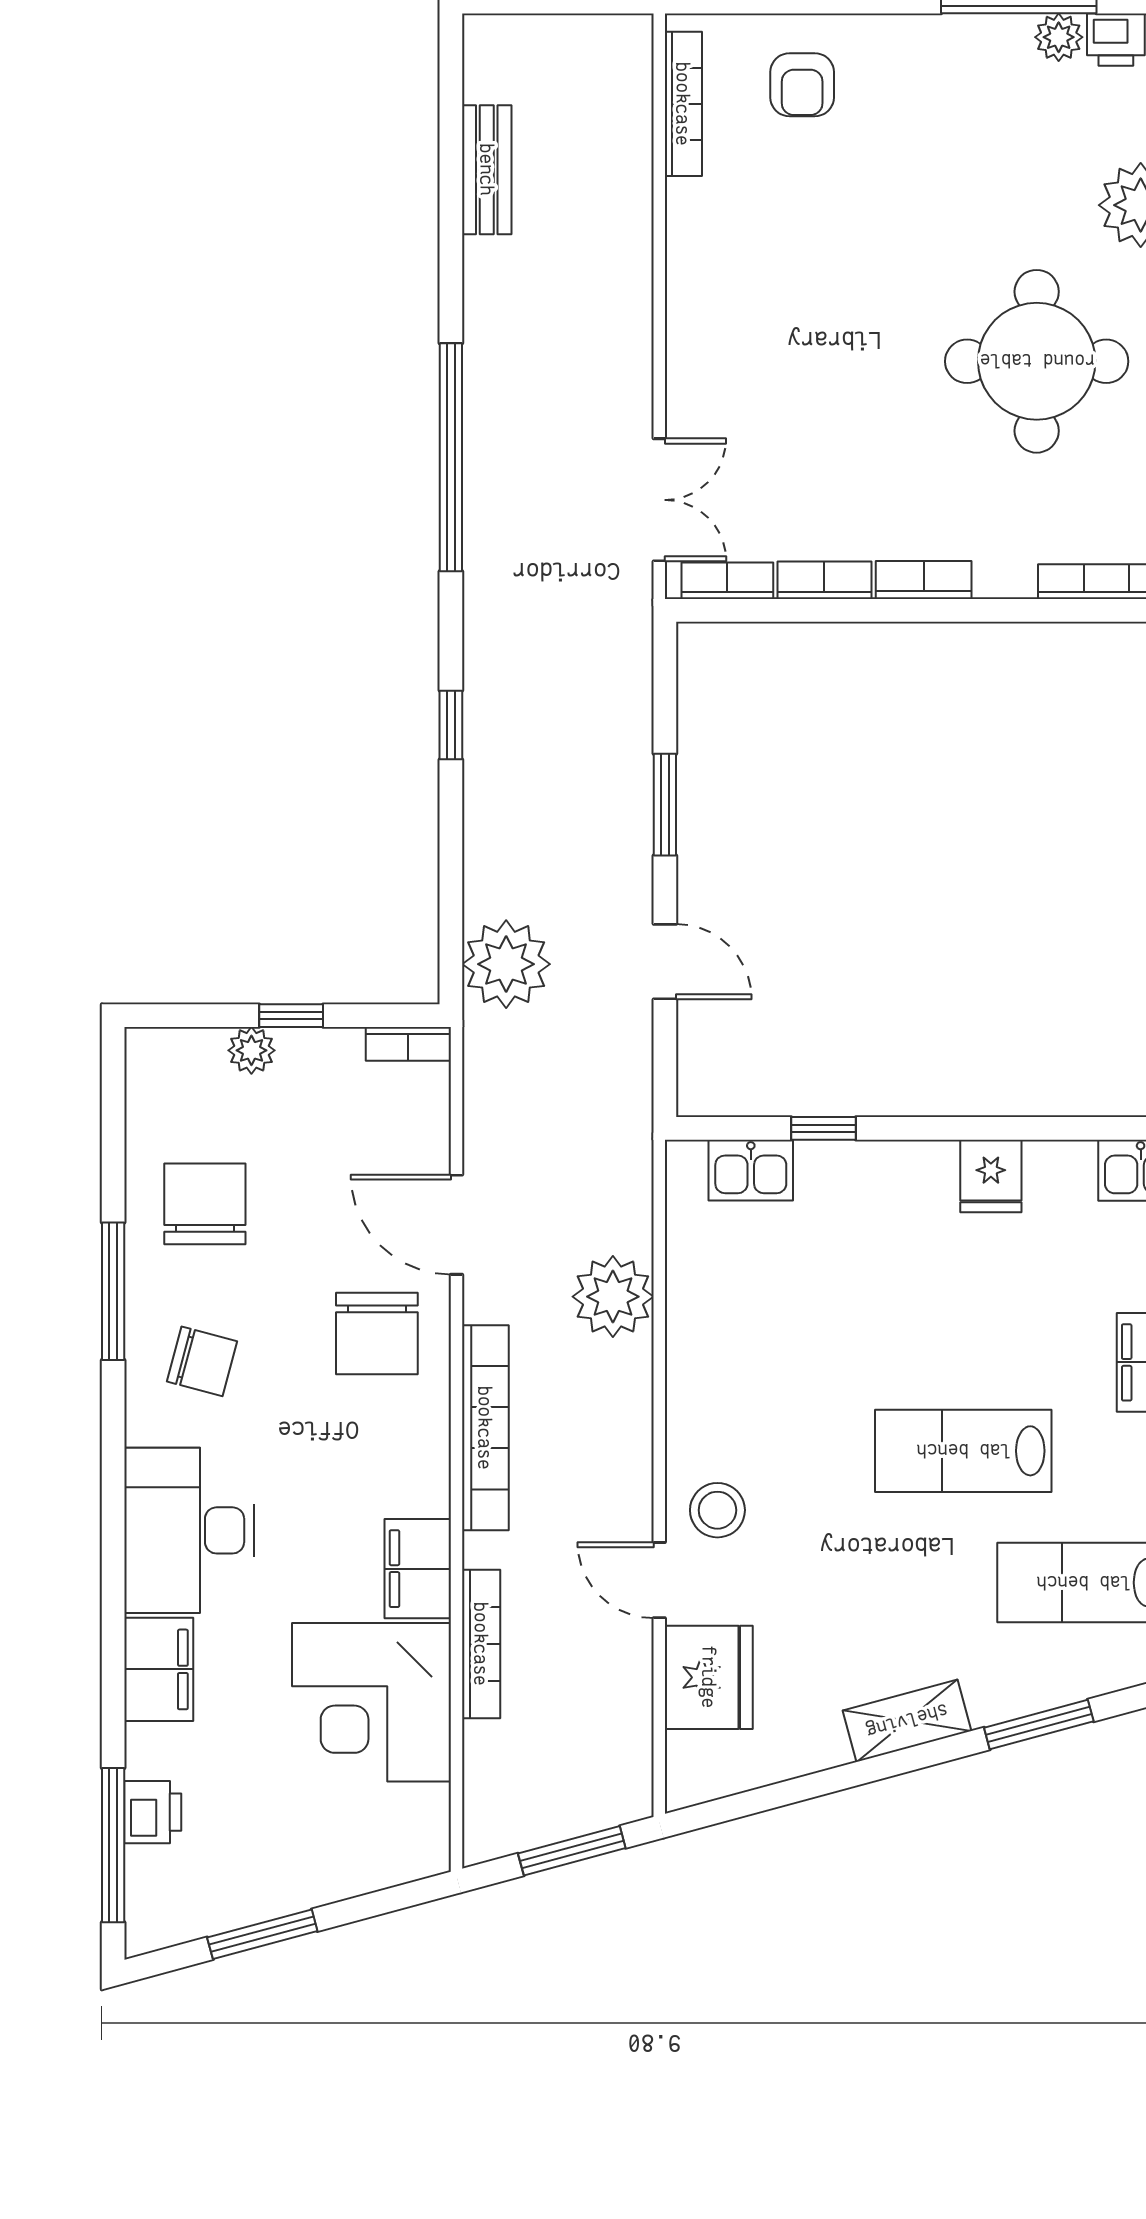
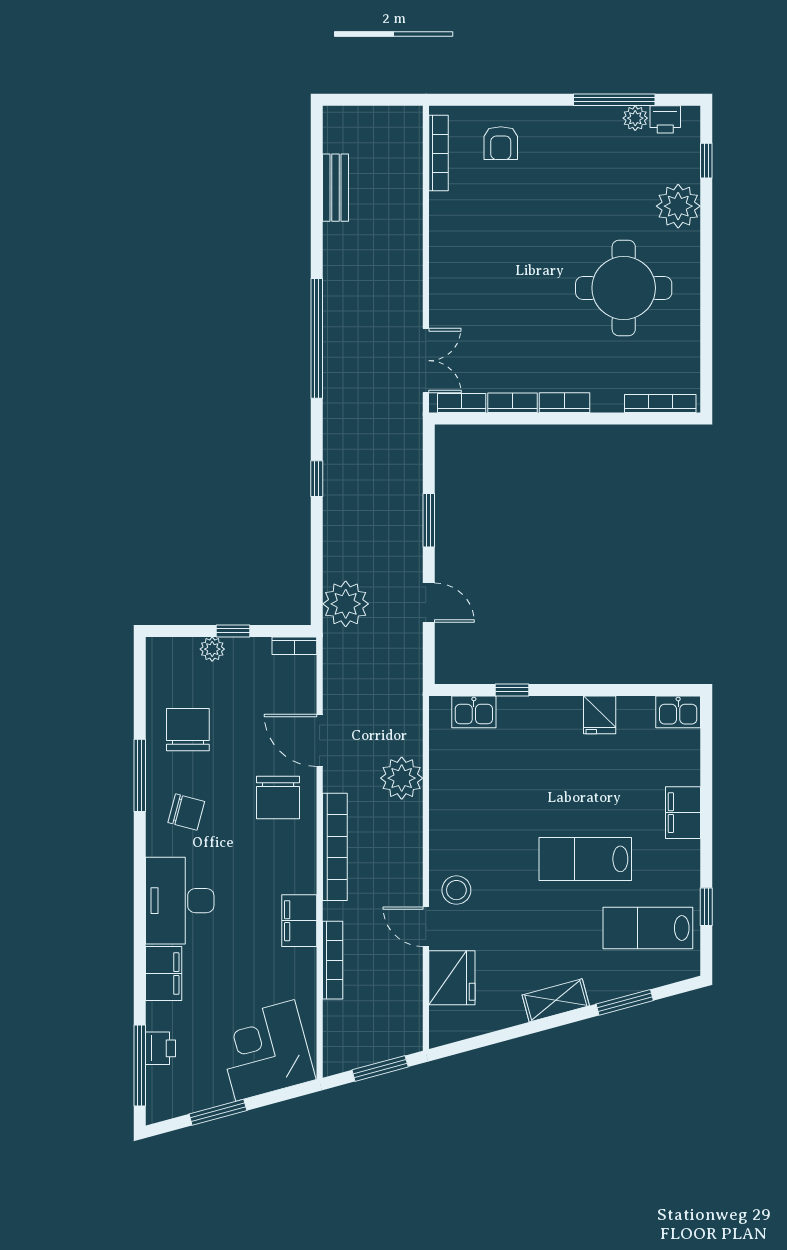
corner desk: (372, 1702) -> (265, 1050), moved, turned 75

